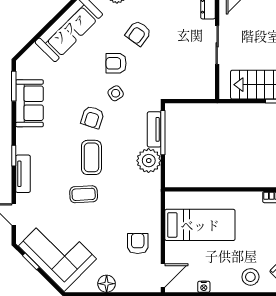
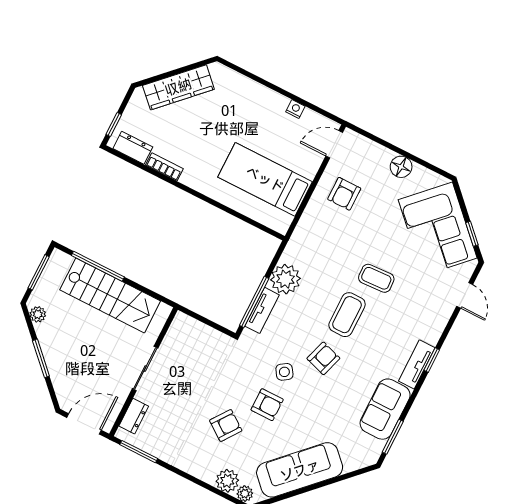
tv unit: (23, 174) -> (417, 364), moved
stool: (250, 277) -> (238, 94), removed

